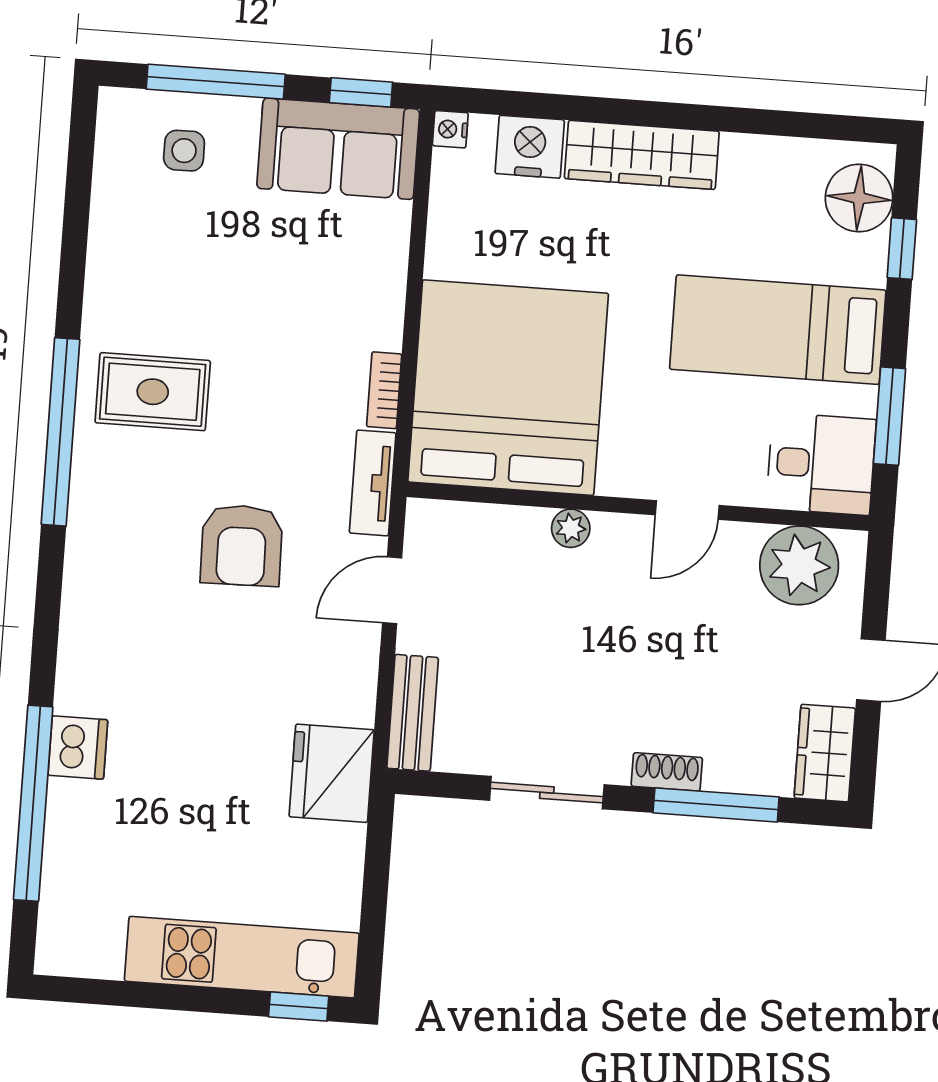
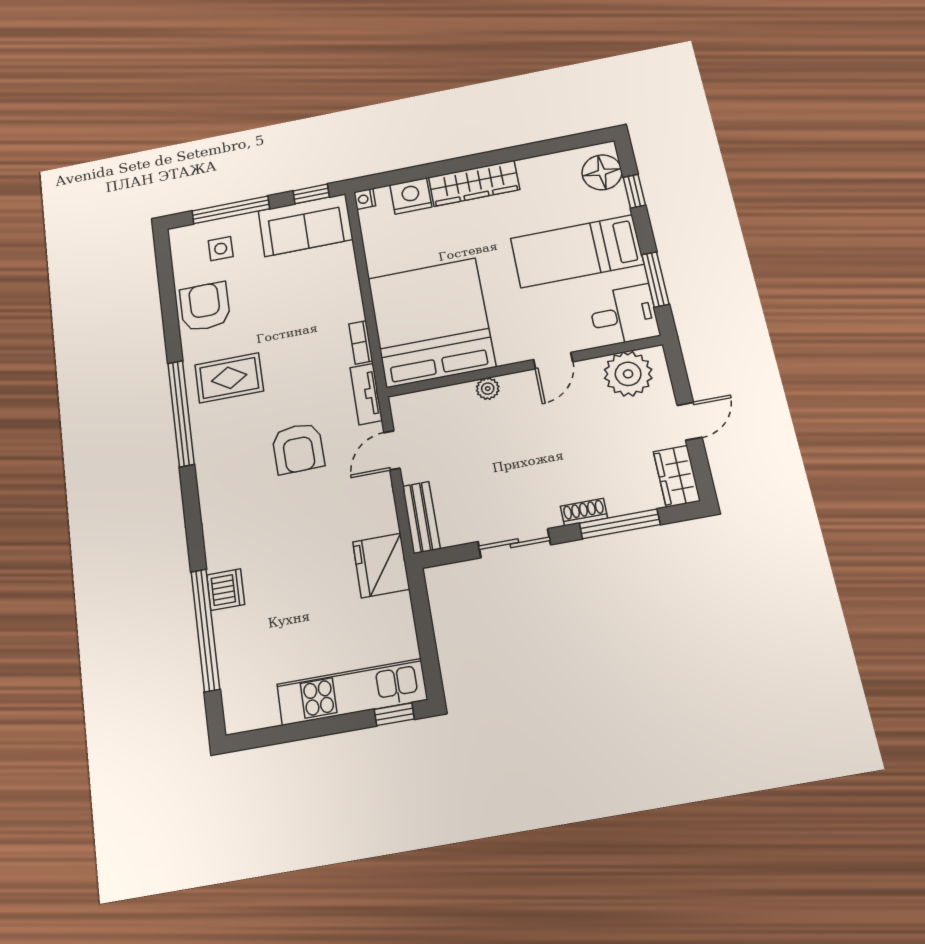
armchair: (136, 251) -> (205, 307), added

